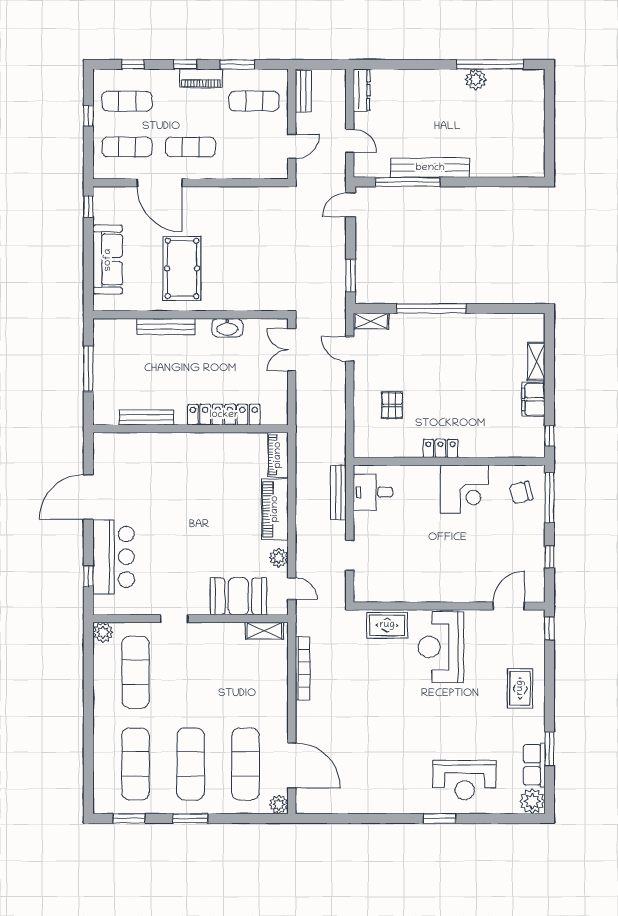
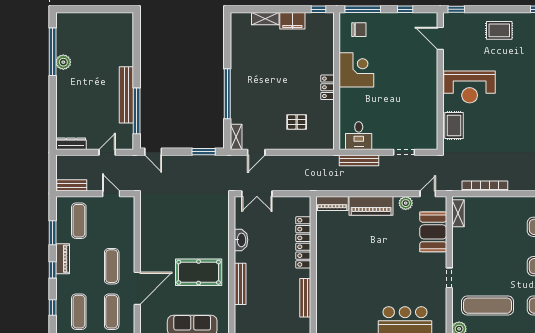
chair: (521, 492) -> (359, 30), turned -77

